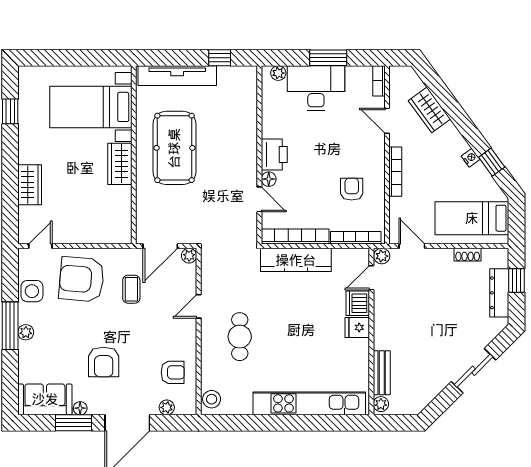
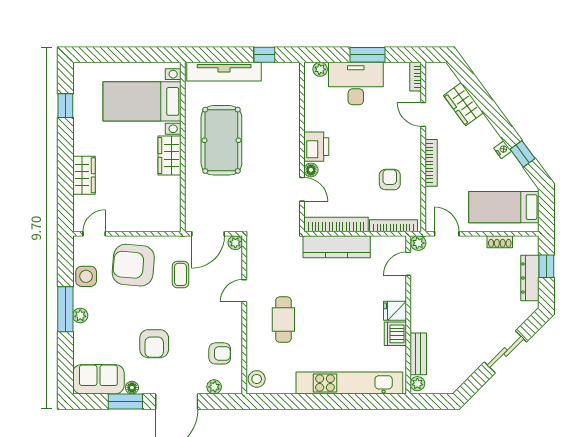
dishwasher: (358, 303) -> (395, 334), moved

